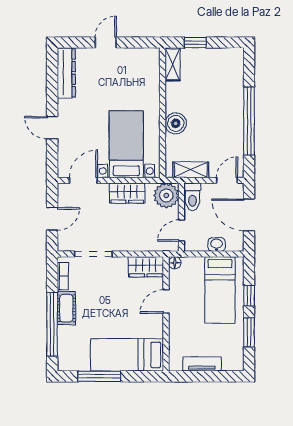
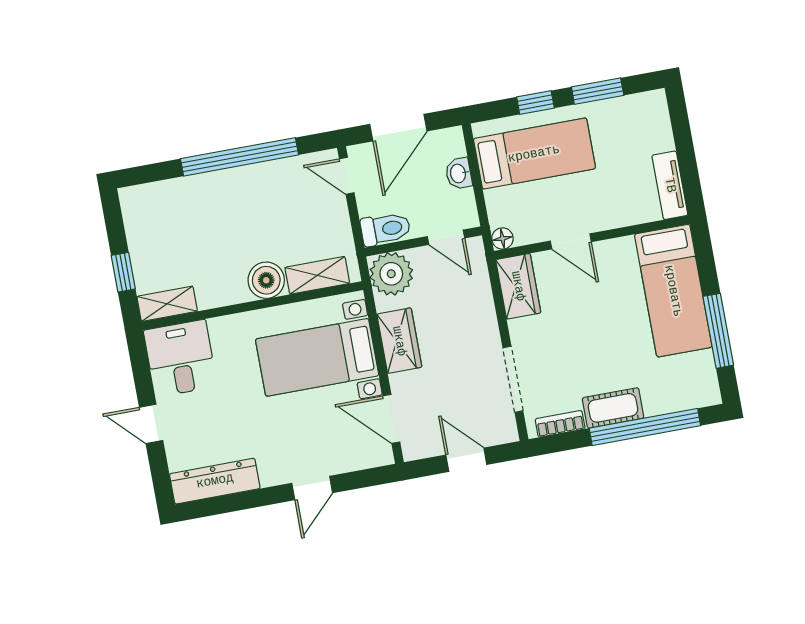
desk: (140, 66) -> (180, 358), added
shelving: (191, 170) -> (317, 275), moved, turned 90
tv unit: (202, 364) -> (670, 185), moved

